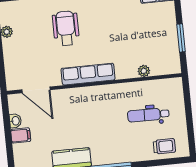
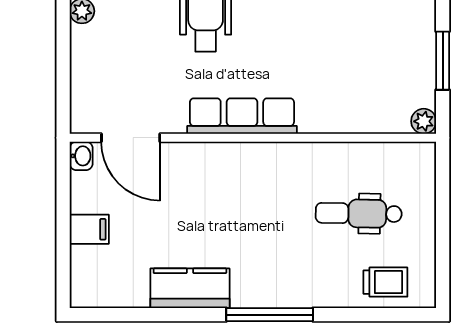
plant: (144, 71) -> (424, 121), moved
washbasin: (15, 121) -> (81, 156), moved

